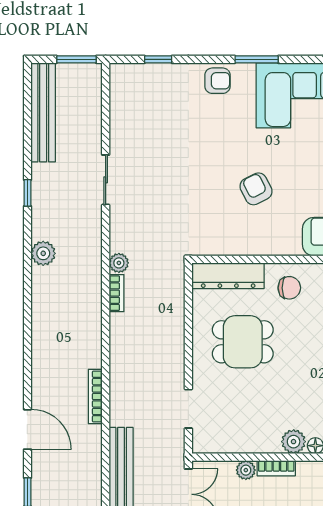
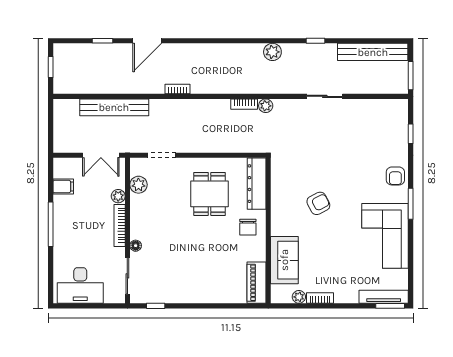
bookcase: (95, 397) -> (178, 89), width x0.64
plant: (294, 442) -> (138, 185), moved
bookcase: (276, 468) -> (120, 225), width x1.56

